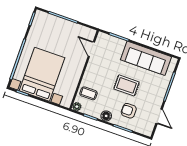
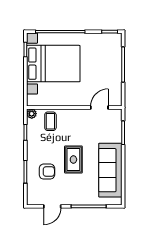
armchair: (129, 111) -> (47, 172), turned 90
floor lamp: (106, 116) -> (33, 149), removed

